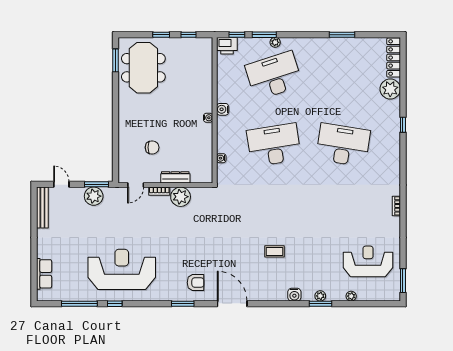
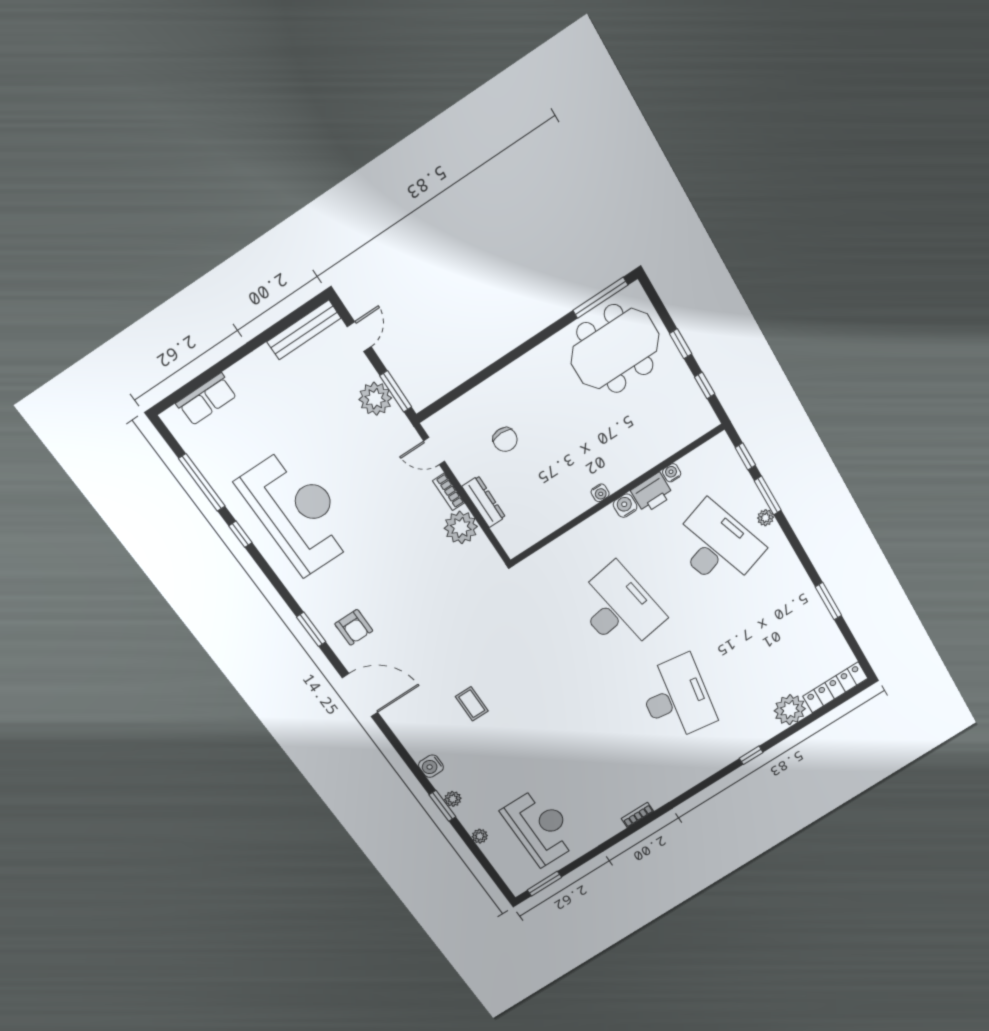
printer: (227, 46) -> (652, 493), moved, turned -90
window: (115, 60) -> (600, 298), width x1.44
water cooler: (221, 158) -> (672, 473), moved
door: (232, 304) -> (360, 695), hinge flipped

